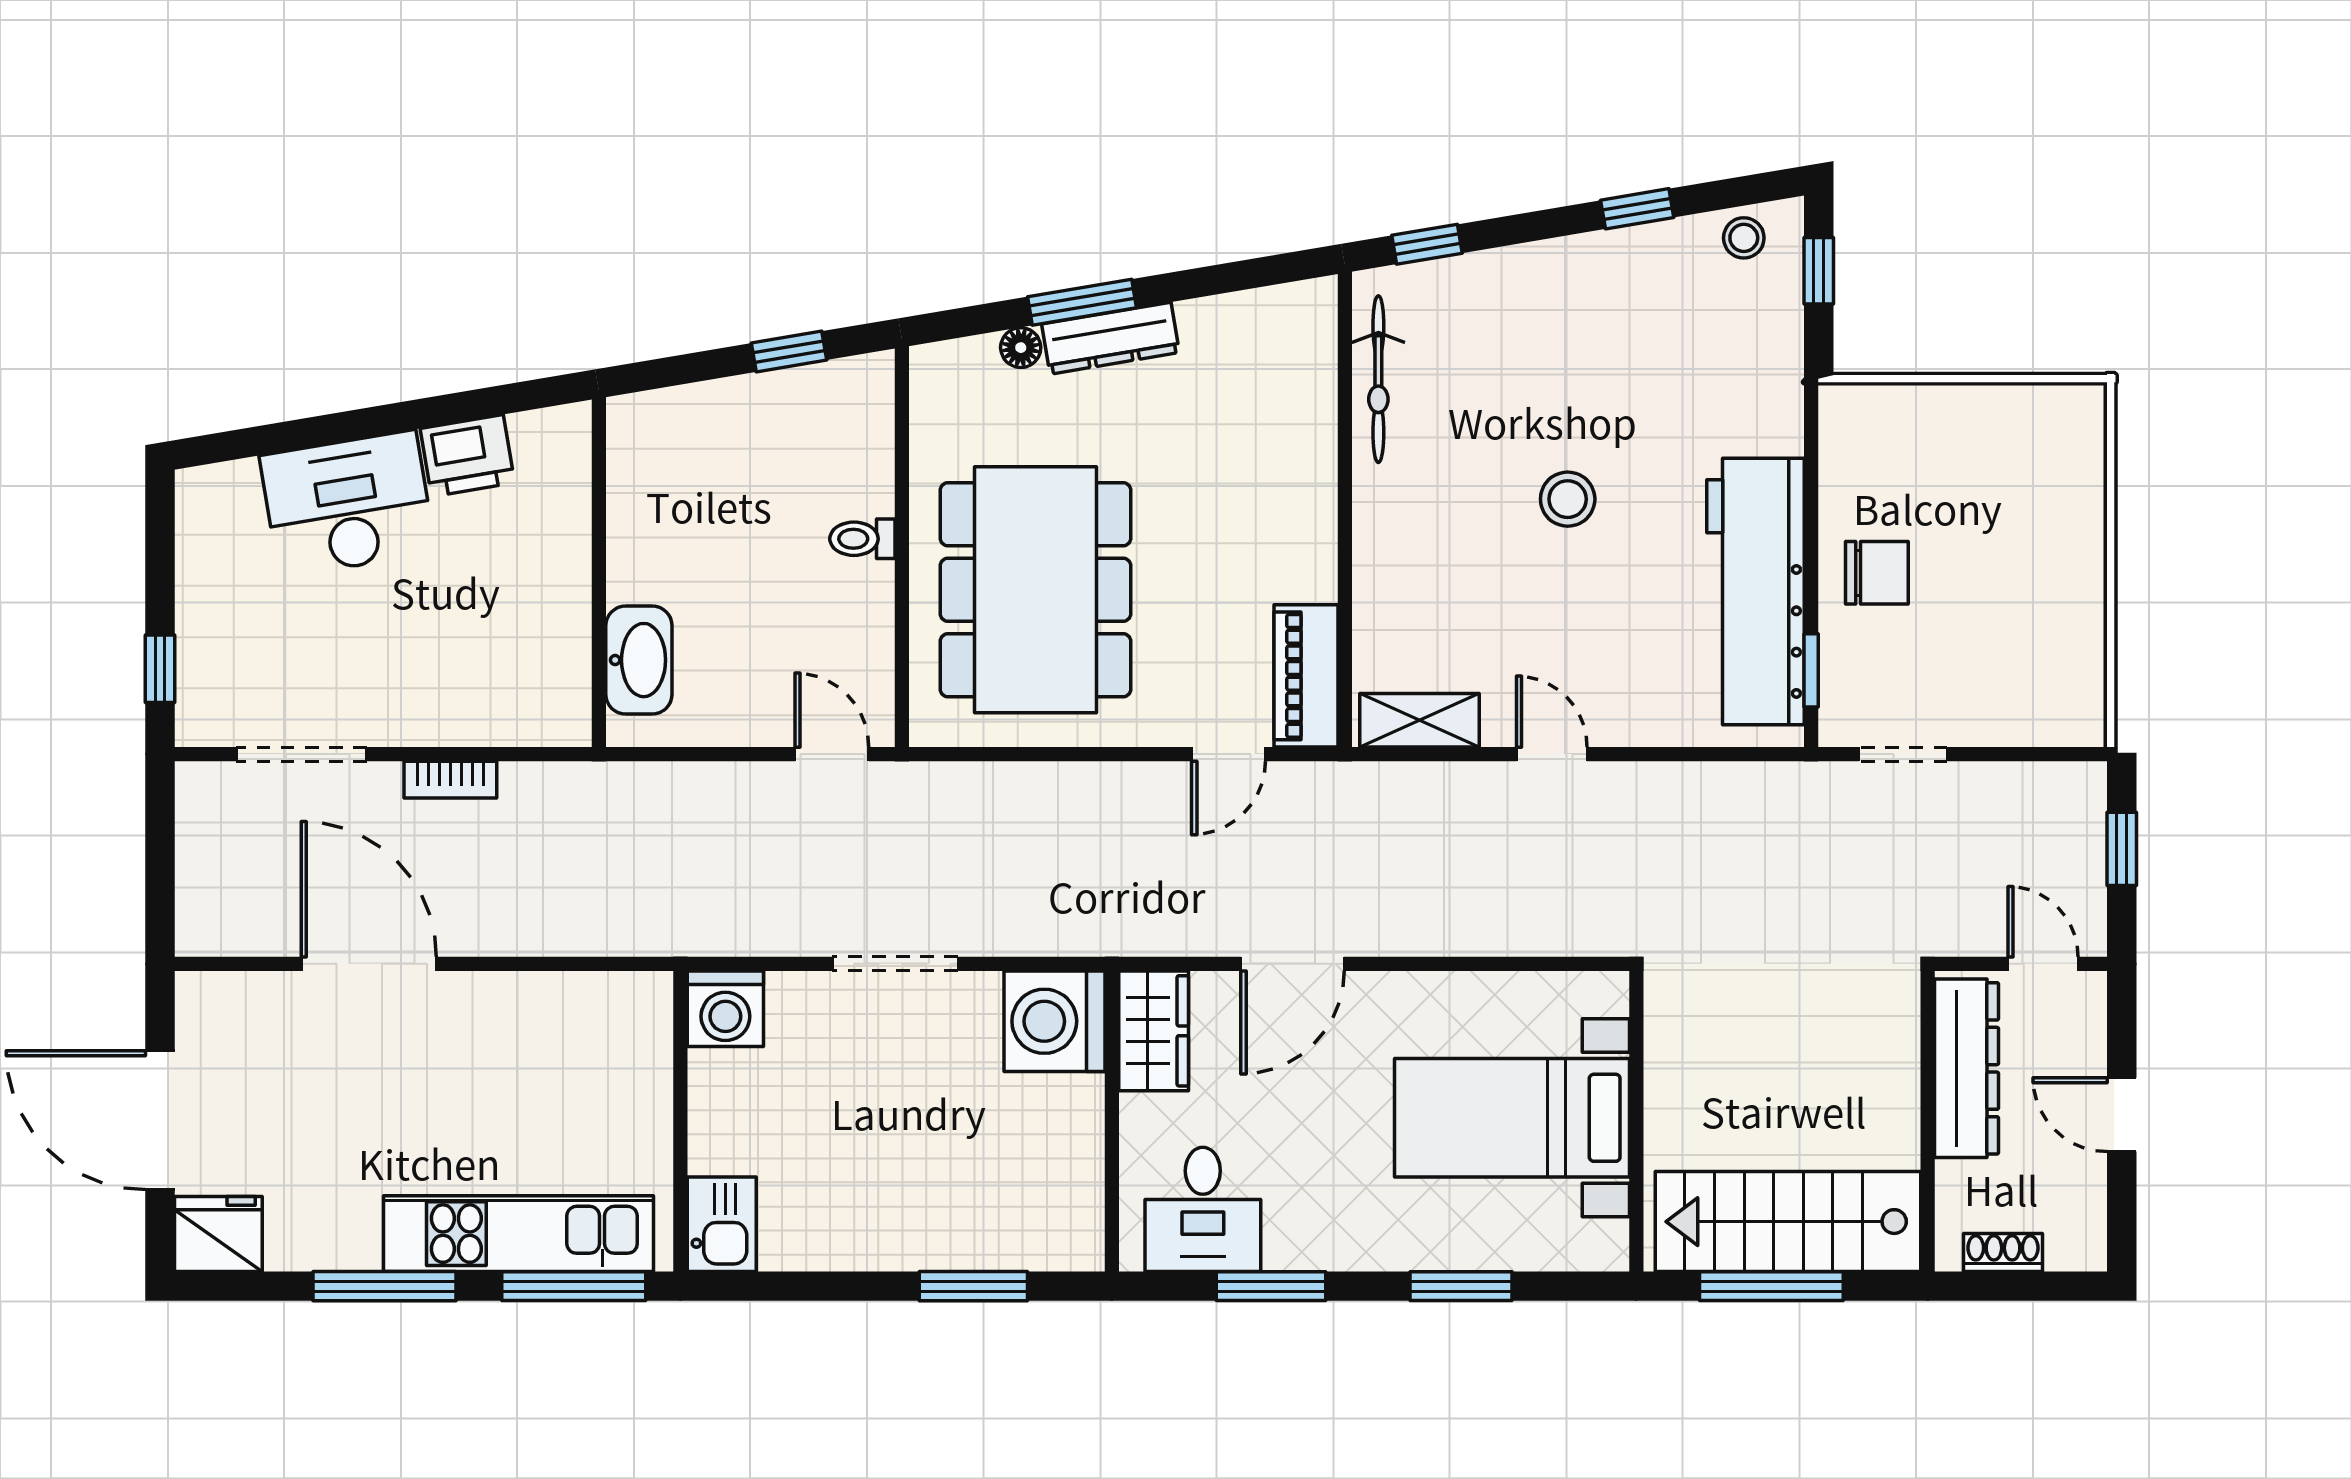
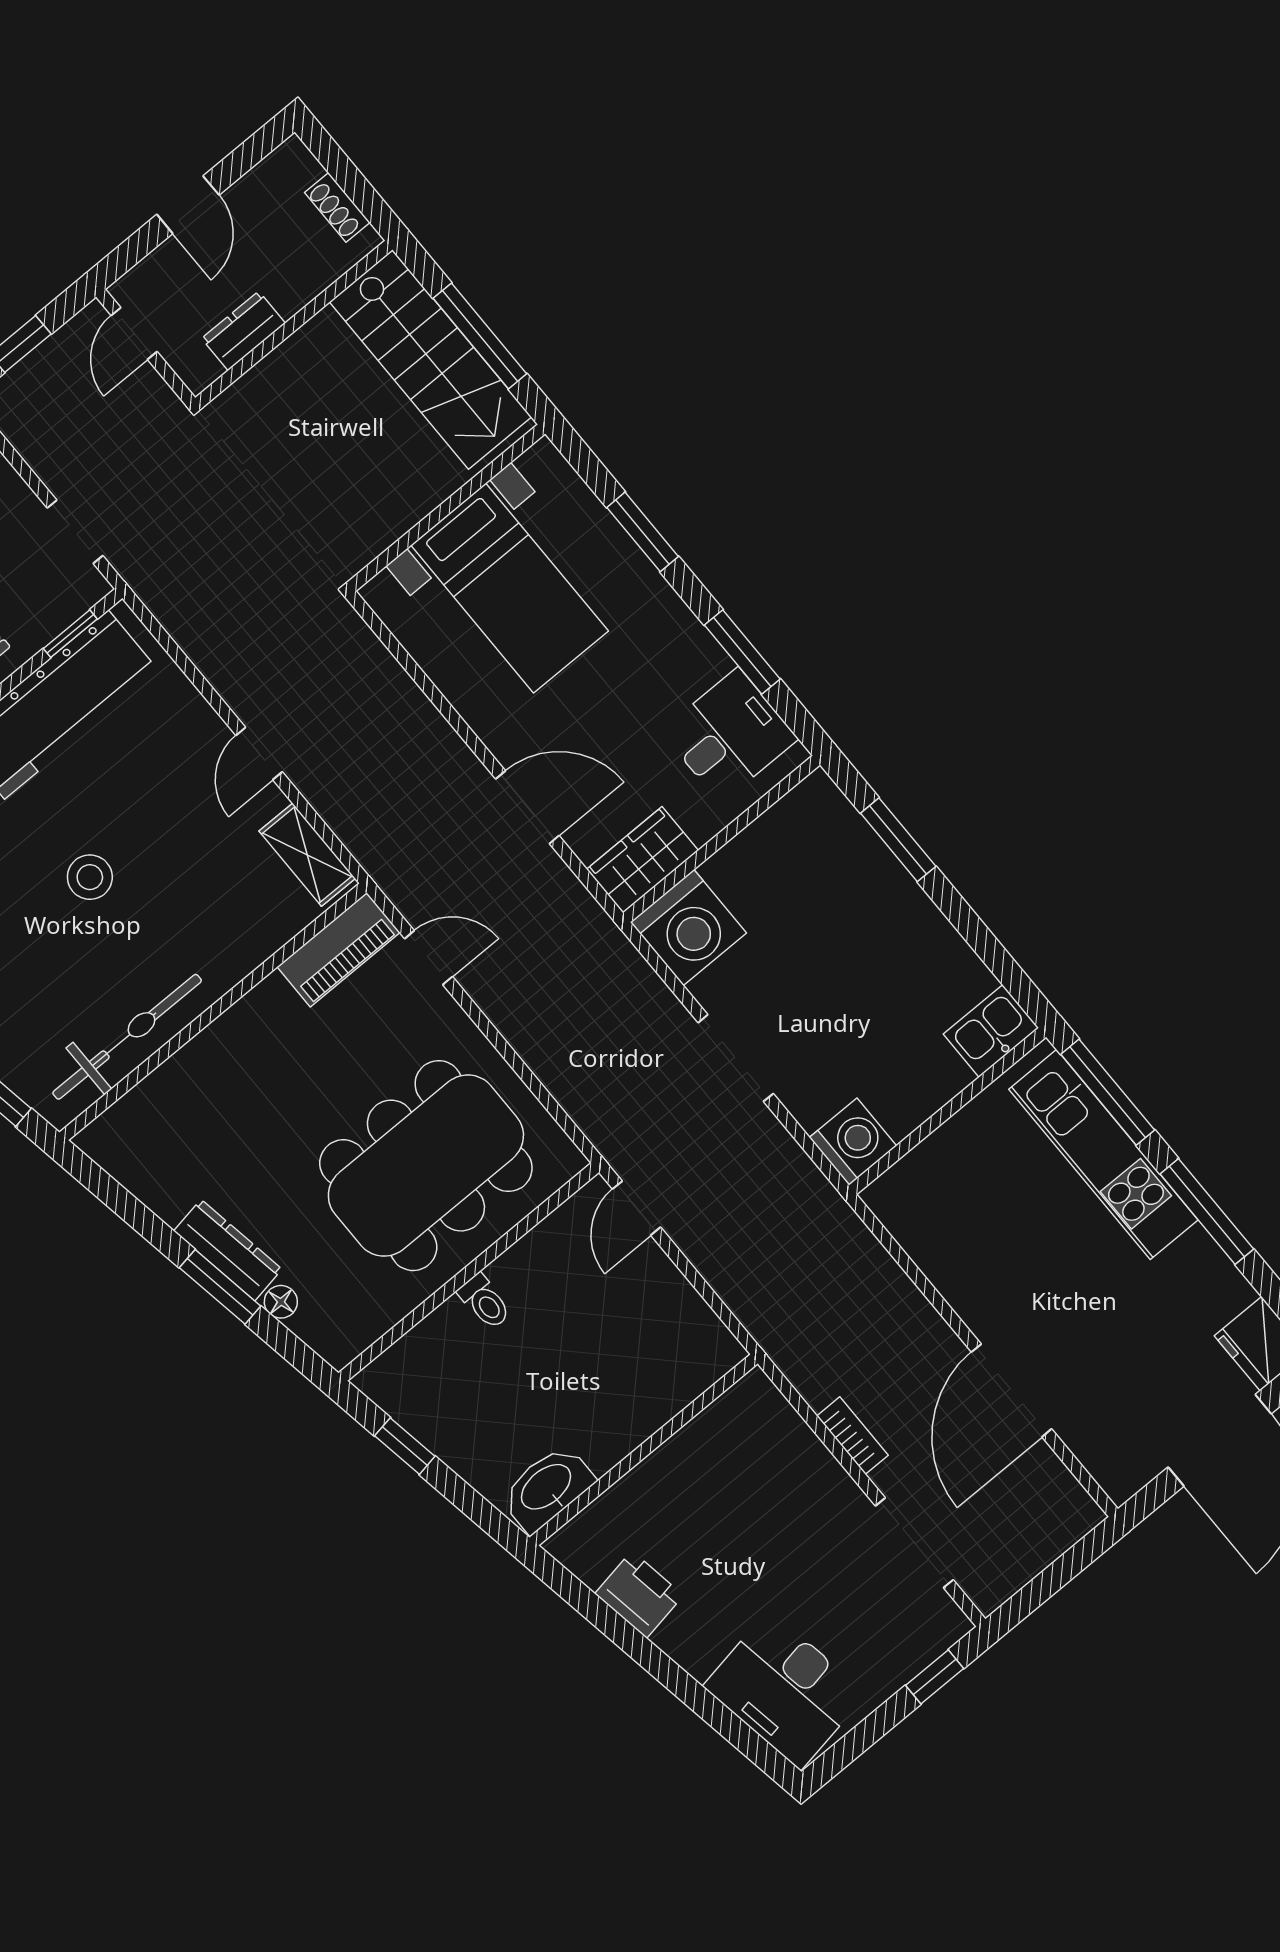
bicycle: (1378, 379) -> (127, 1037), width x1.37, depth x1.40
desk: (348, 504) -> (785, 1690), moved
washbasin: (639, 660) -> (547, 1488), moved
dresser: (1967, 1068) -> (243, 331), width x0.51, depth x0.80

